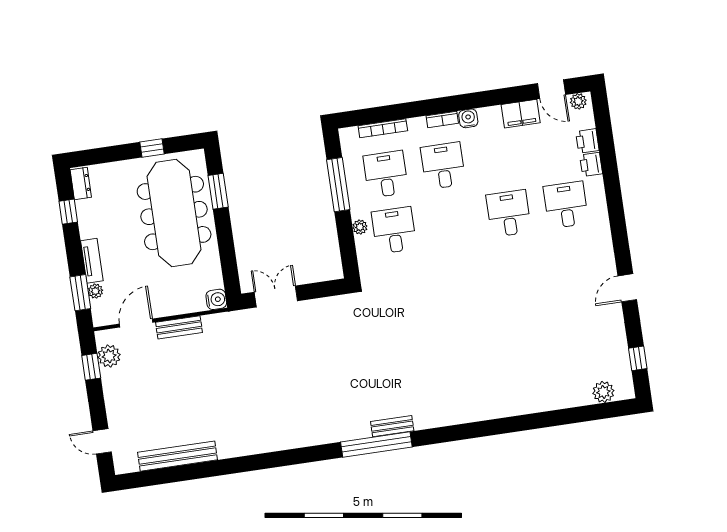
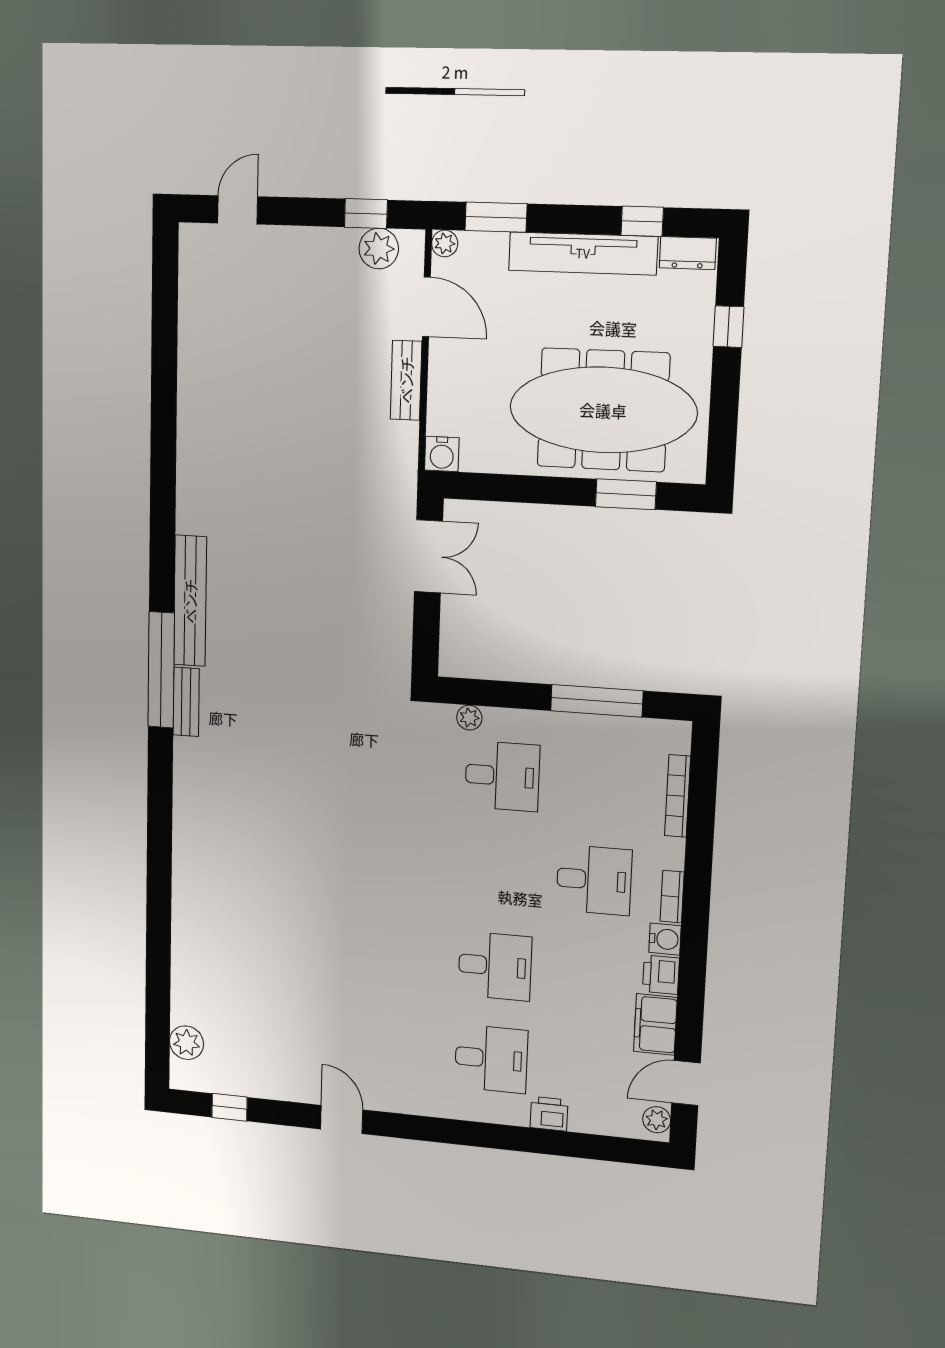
printer: (587, 141) -> (661, 975), moved, turned -90
window: (152, 148) -> (728, 327), moved
desk: (386, 174) -> (599, 783), removed
plant: (360, 227) -> (469, 718), moved
tv unit: (92, 261) -> (583, 253), width x1.92, depth x1.29
plant: (95, 291) -> (445, 243), moved
bench: (178, 456) -> (190, 601), moved

